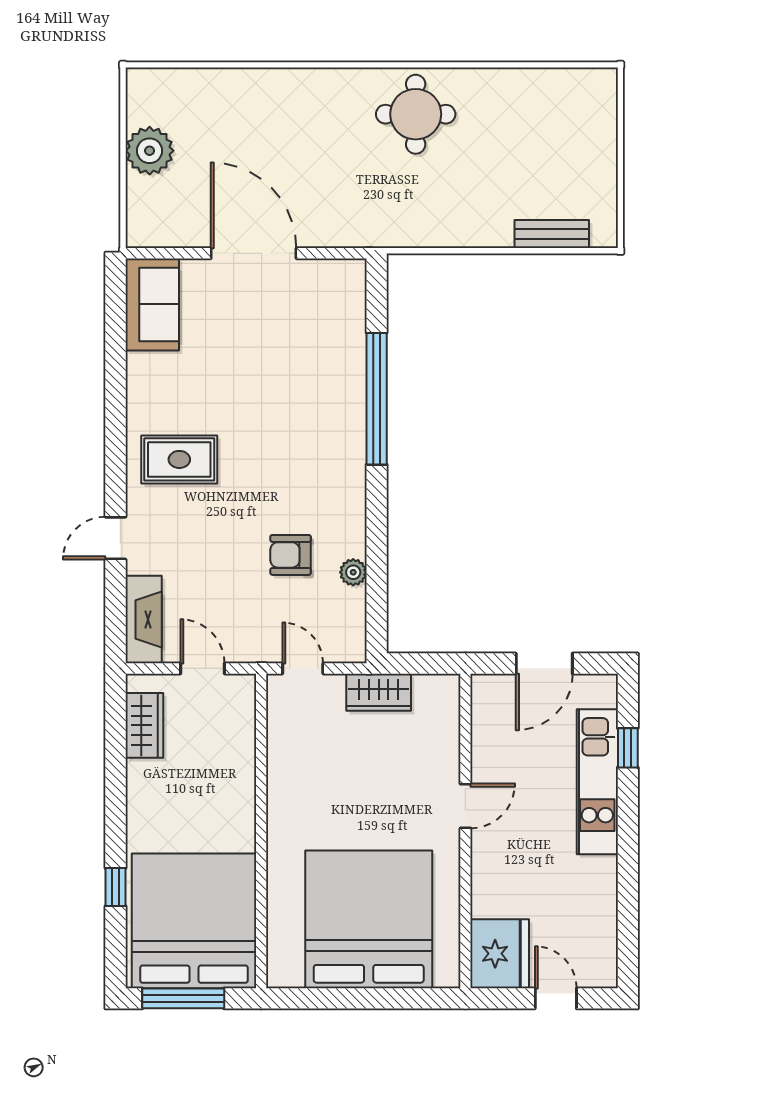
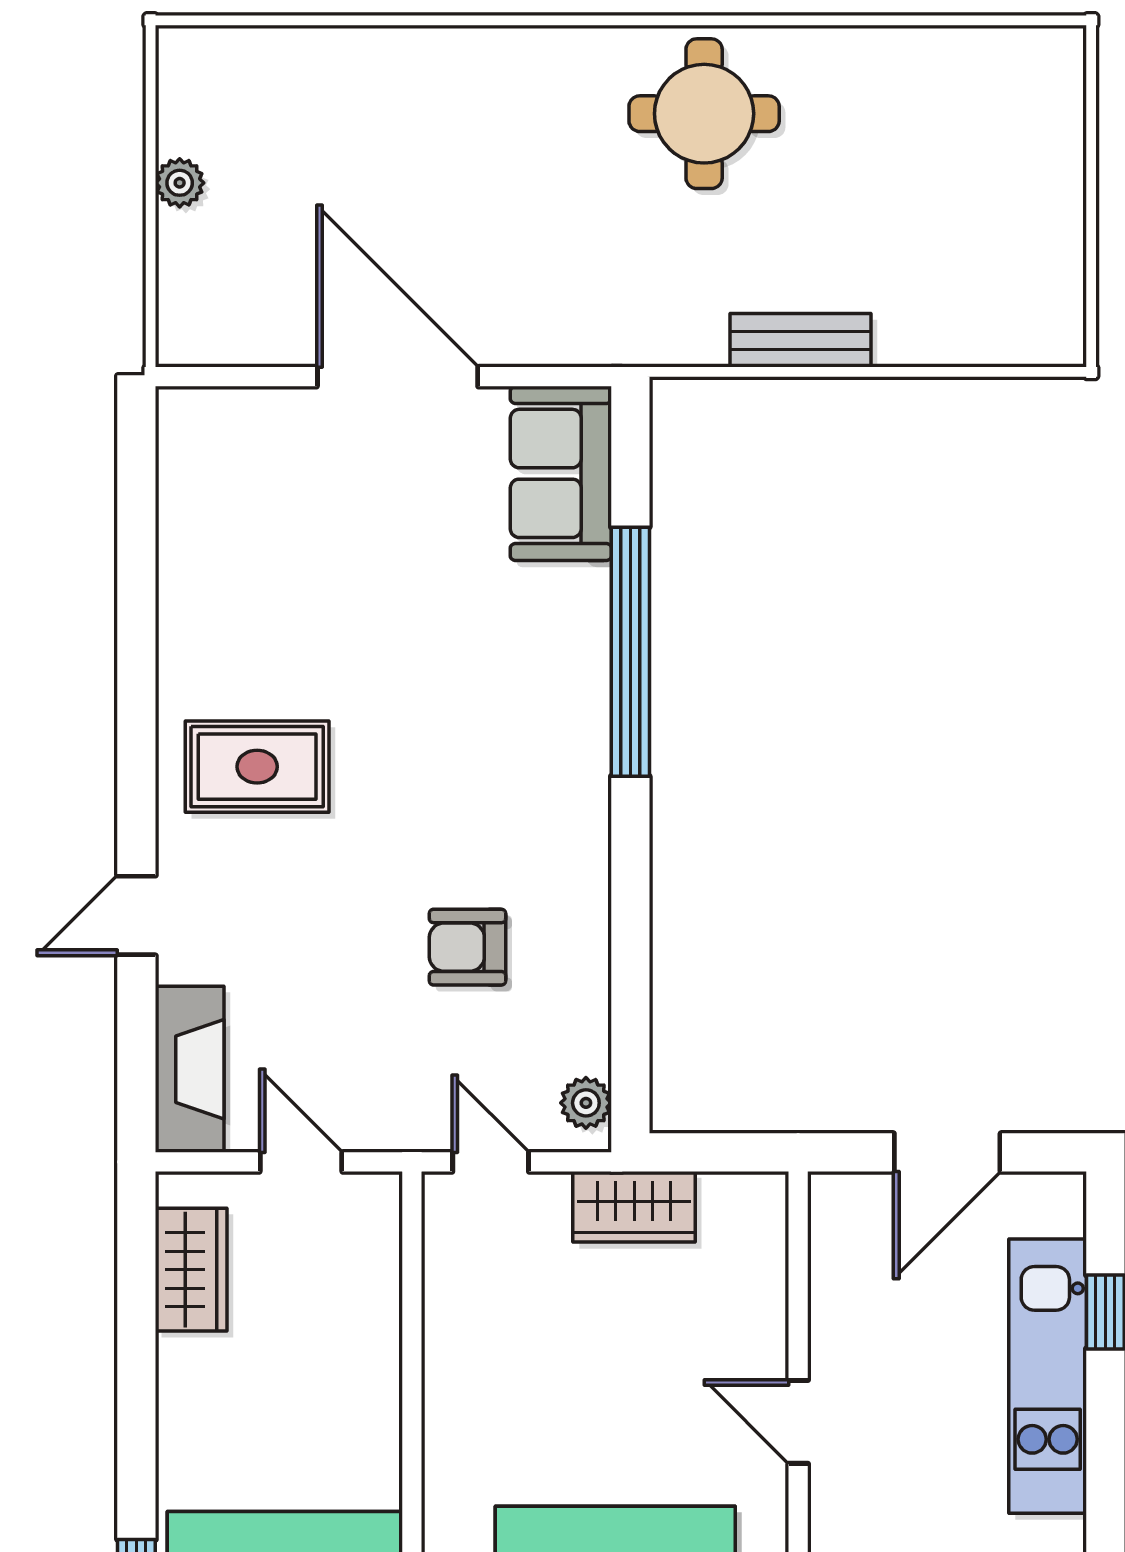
plant: (150, 151) -> (180, 183), width x0.53, depth x0.53
bench: (552, 234) -> (800, 340), moved
sofa: (152, 304) -> (561, 473), moved, turned 180
plant: (353, 572) -> (586, 1103), moved
door: (465, 806) -> (798, 1422), swing flipped

